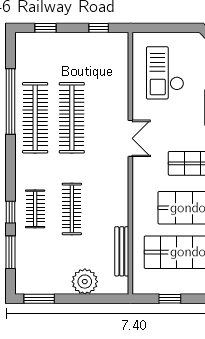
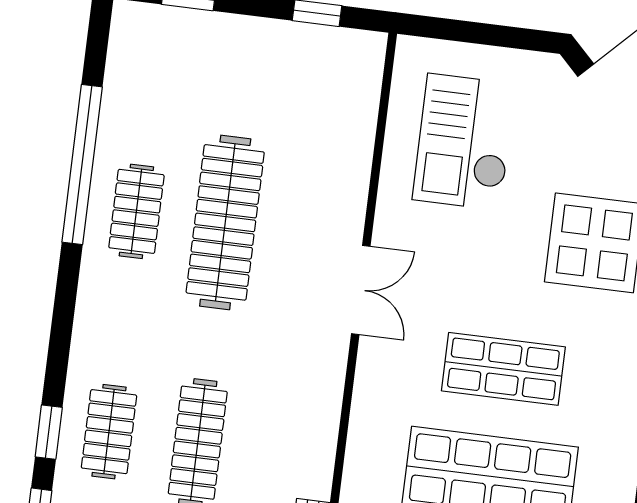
clothes rail: (35, 118) -> (136, 211), width x0.54, depth x0.76

